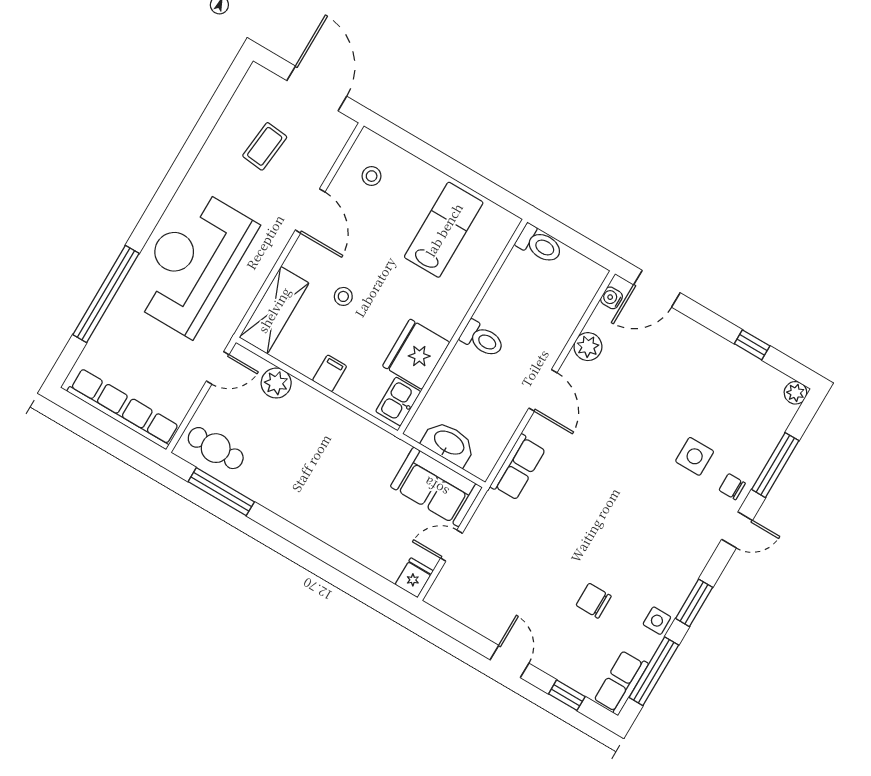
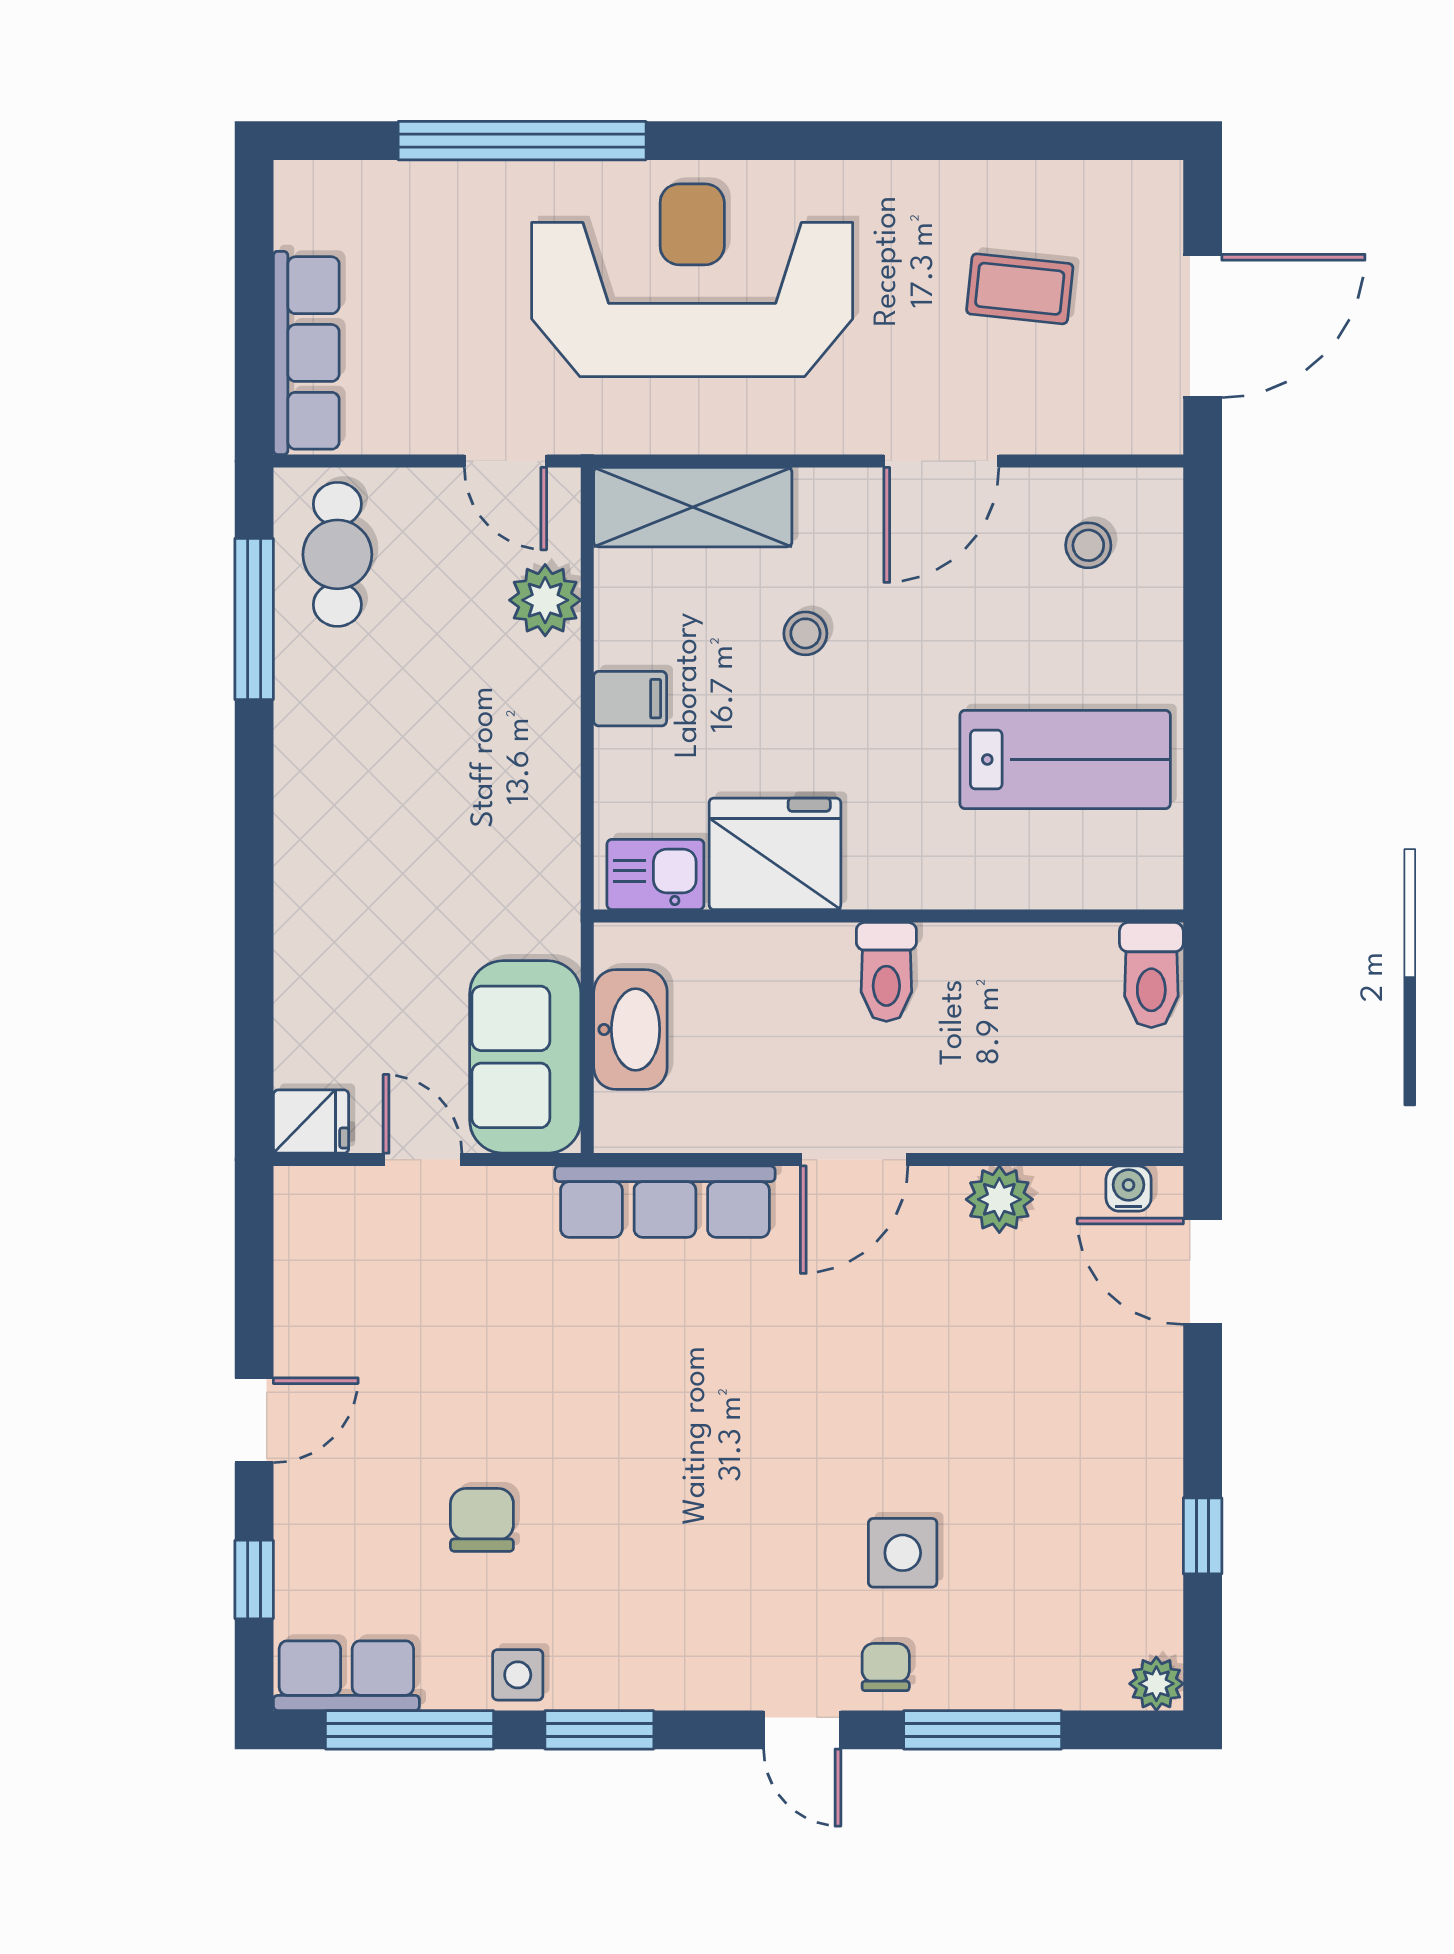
row of seats: (123, 409) -> (306, 353), width x0.73
row of seats: (518, 467) -> (665, 1202), width x1.48

